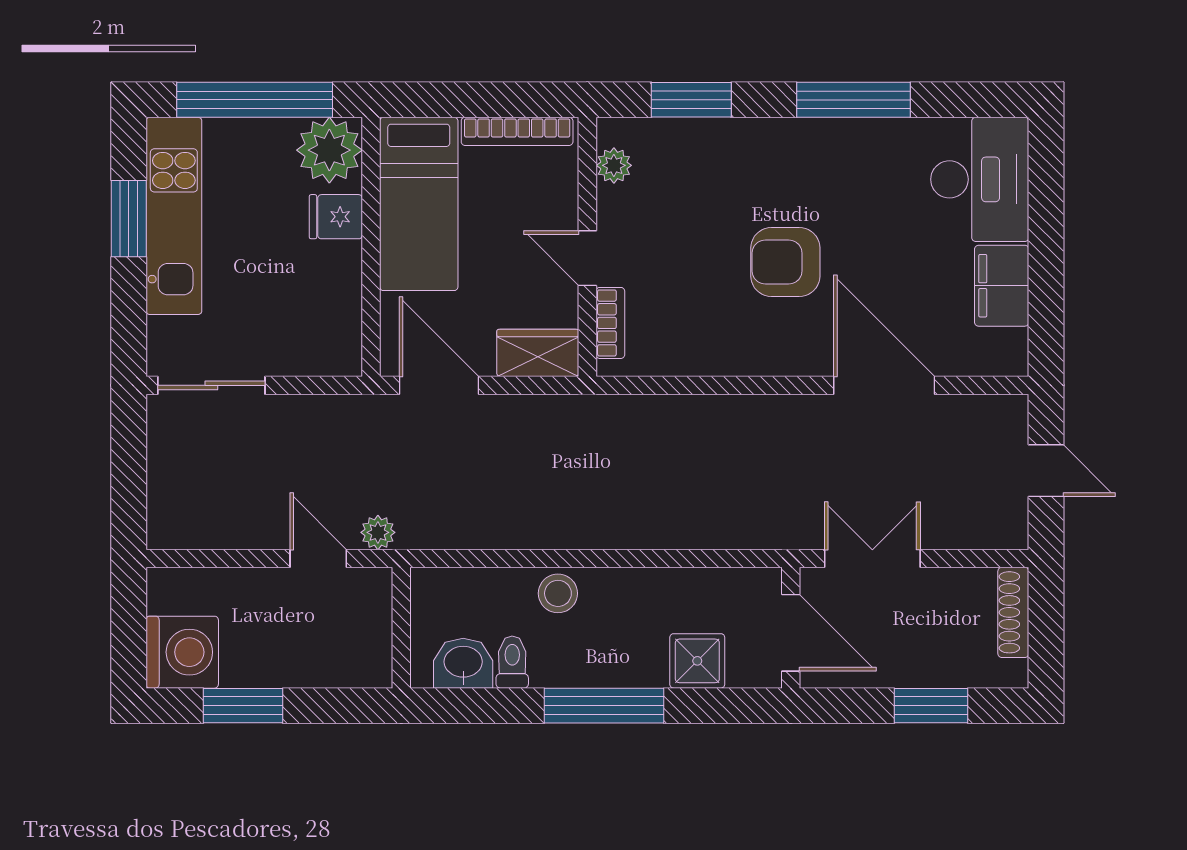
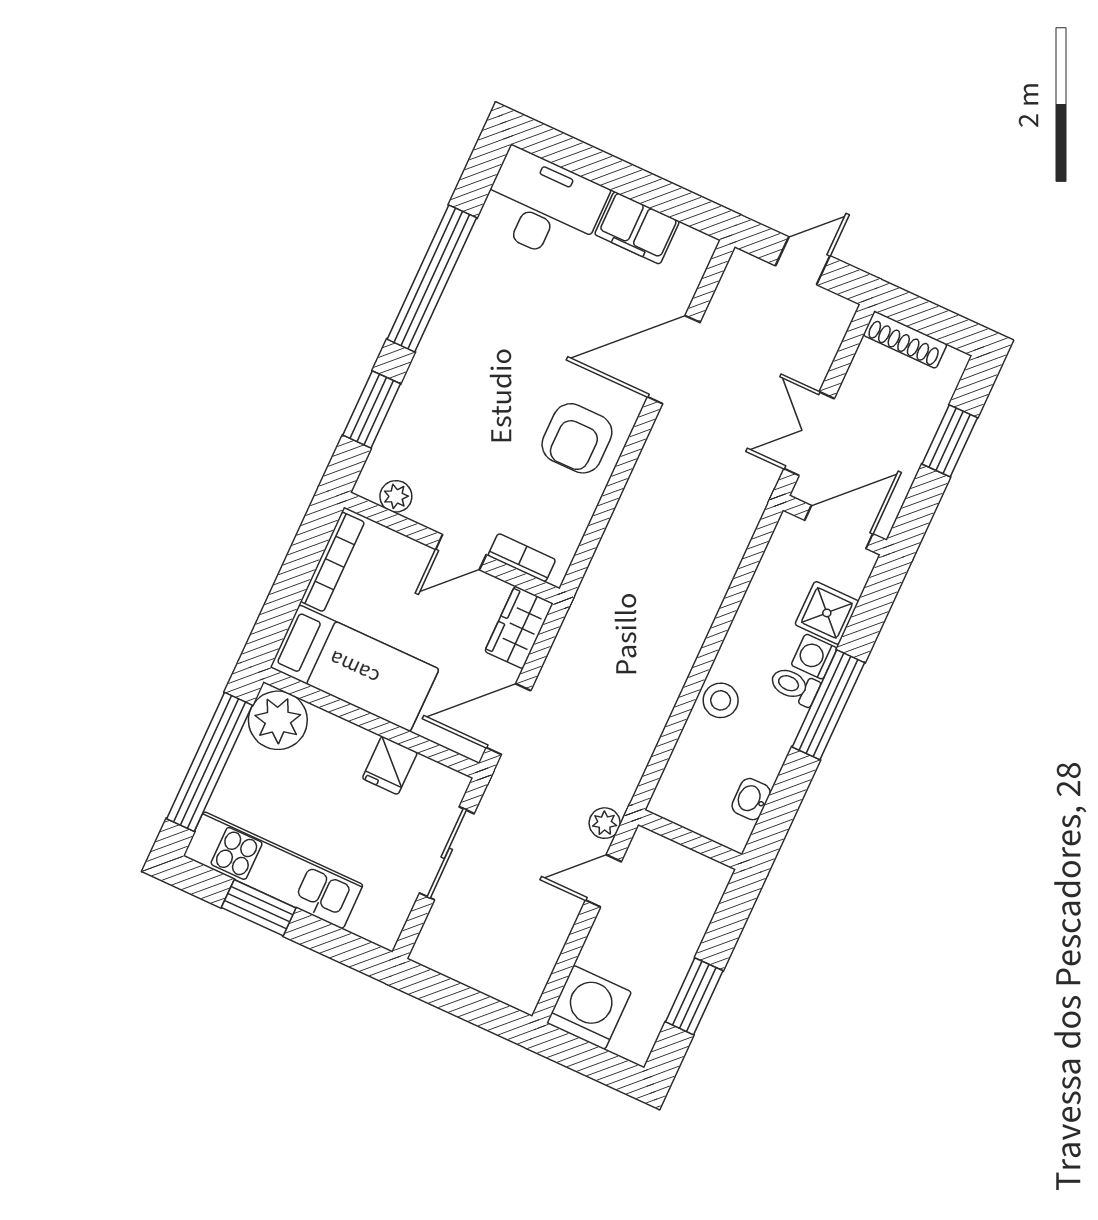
window: (853, 100) -> (432, 278), width x1.46
fridge: (336, 217) -> (390, 765), moved
armchair: (785, 262) -> (577, 438), moved
sliding door: (211, 385) -> (447, 853), moved
washing machine: (182, 652) -> (589, 1007), moved
toilet: (512, 662) -> (794, 686), moved
washbasin: (463, 663) -> (751, 799), width x0.72, depth x0.69
washing machine: (647, 668) -> (814, 657), added

